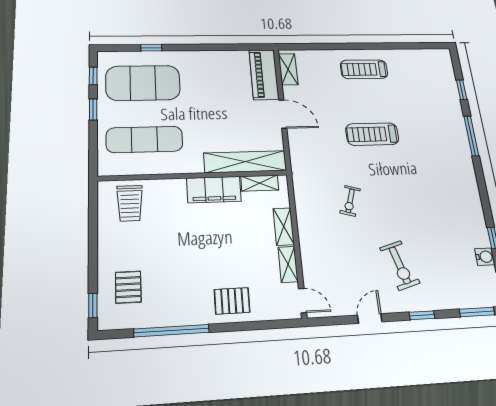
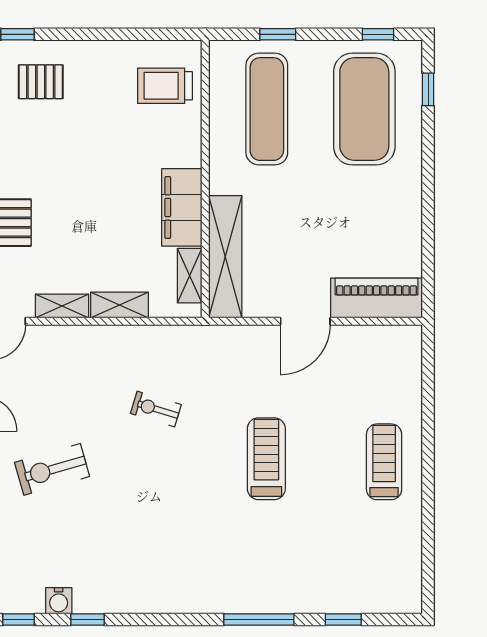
window: (151, 48) -> (428, 89), moved
shelving: (288, 69) -> (386, 338), removed
window: (93, 109) -> (278, 34), moved

